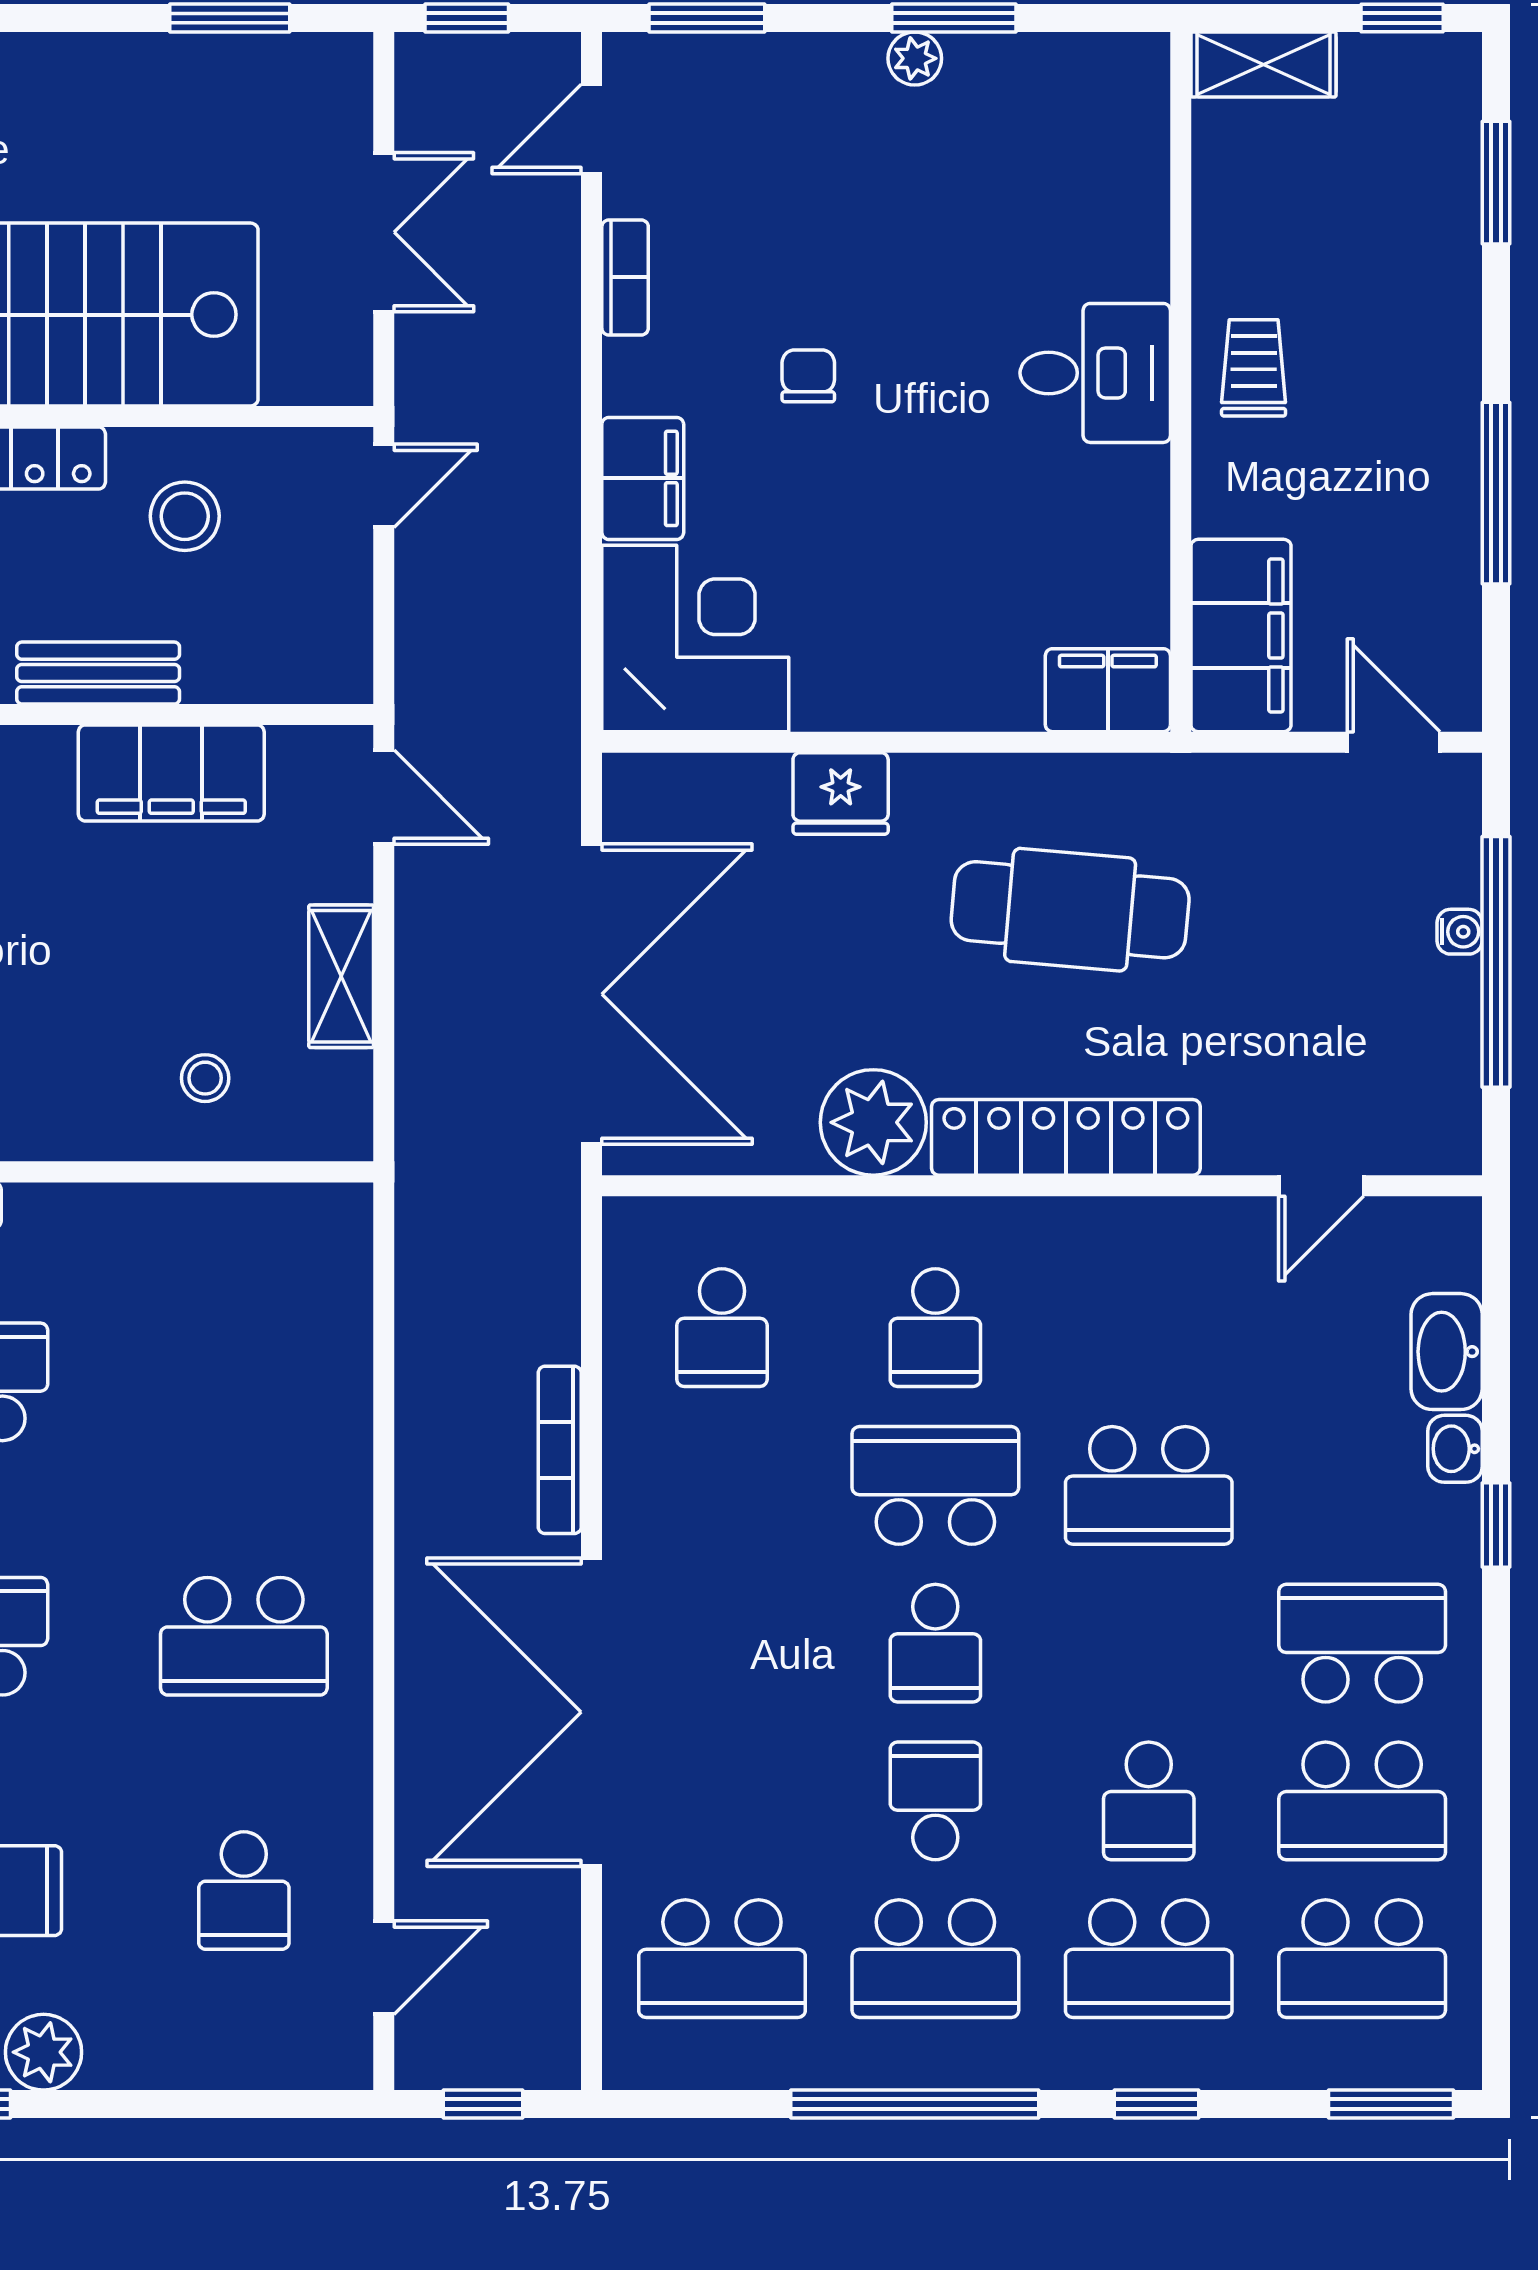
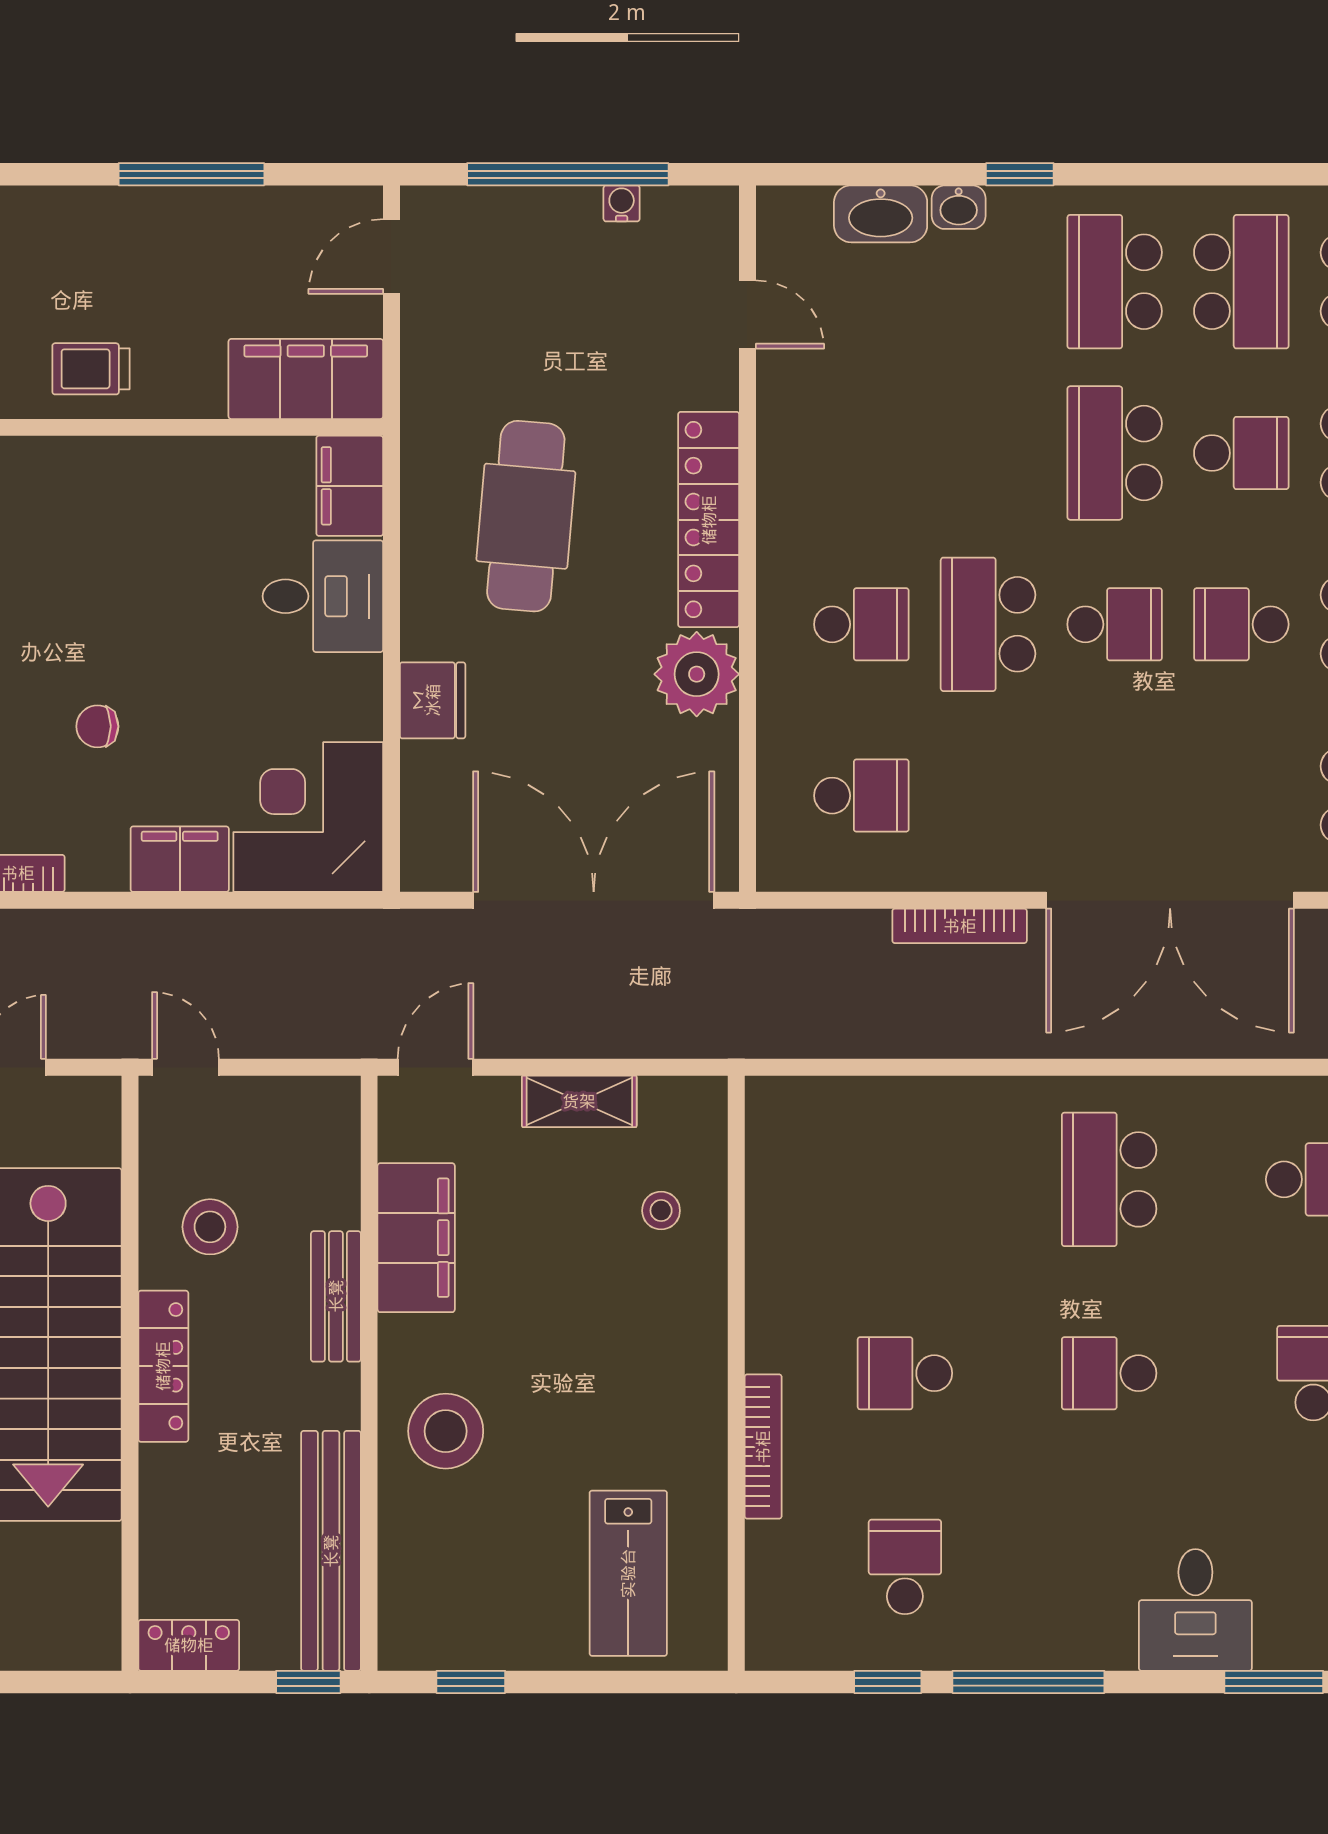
desk: (1095, 373) -> (323, 596), moved, turned 90
water cooler: (1460, 932) -> (622, 203), moved
school desk: (1149, 1485) -> (1115, 453), moved, turned 180
school desk: (244, 1636) -> (1109, 1179), turned 180

